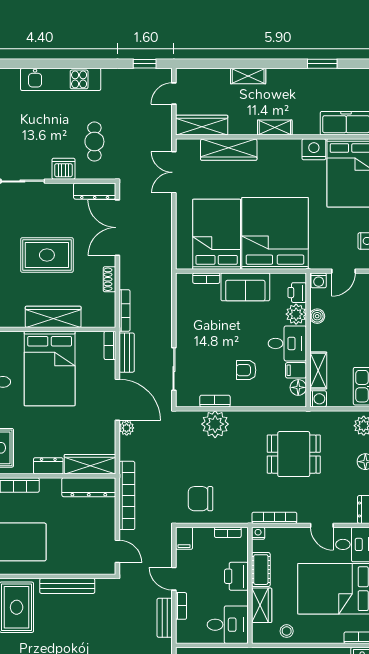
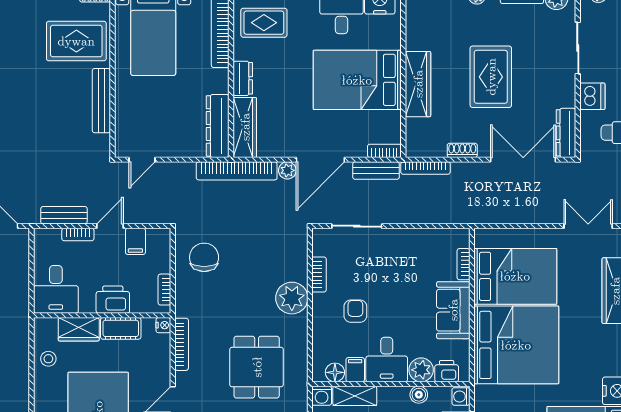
plant: (215, 424) -> (292, 298), moved
bookcase: (127, 495) -> (237, 171), moved
filing cabinet: (184, 538) -> (135, 241), moved, turned -90

